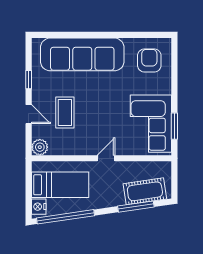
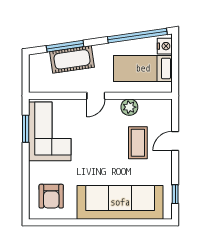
window: (29, 80) -> (175, 194), moved
door: (29, 114) -> (175, 141), hinge flipped
plant: (40, 147) -> (129, 107), moved
cot: (145, 191) -> (72, 59), moved

